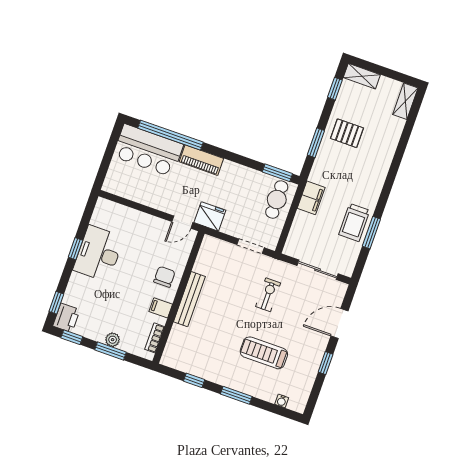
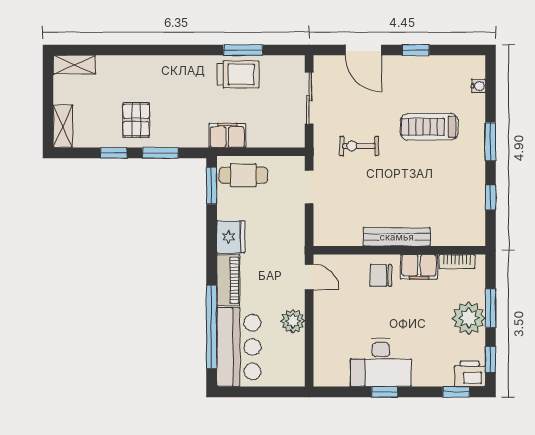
window: (335, 89) -> (114, 153), moved
plant: (153, 198) -> (293, 321), added
fridge: (210, 216) -> (231, 237), moved, turned 180
filing cabinet: (161, 308) -> (419, 267), width x2.00
plant: (113, 340) -> (469, 318), width x1.87, depth x1.87
treadmill: (264, 353) -> (429, 127), turned 90

